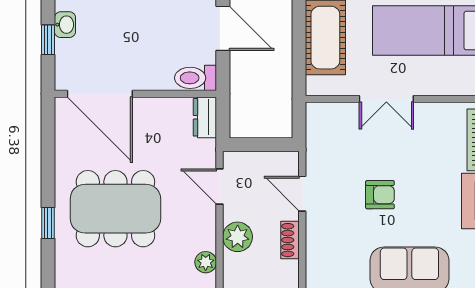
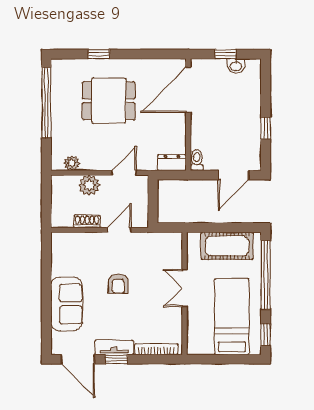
toilet: (195, 78) -> (197, 160), width x0.73, depth x0.72
dining table: (115, 209) -> (109, 101), width x0.73

